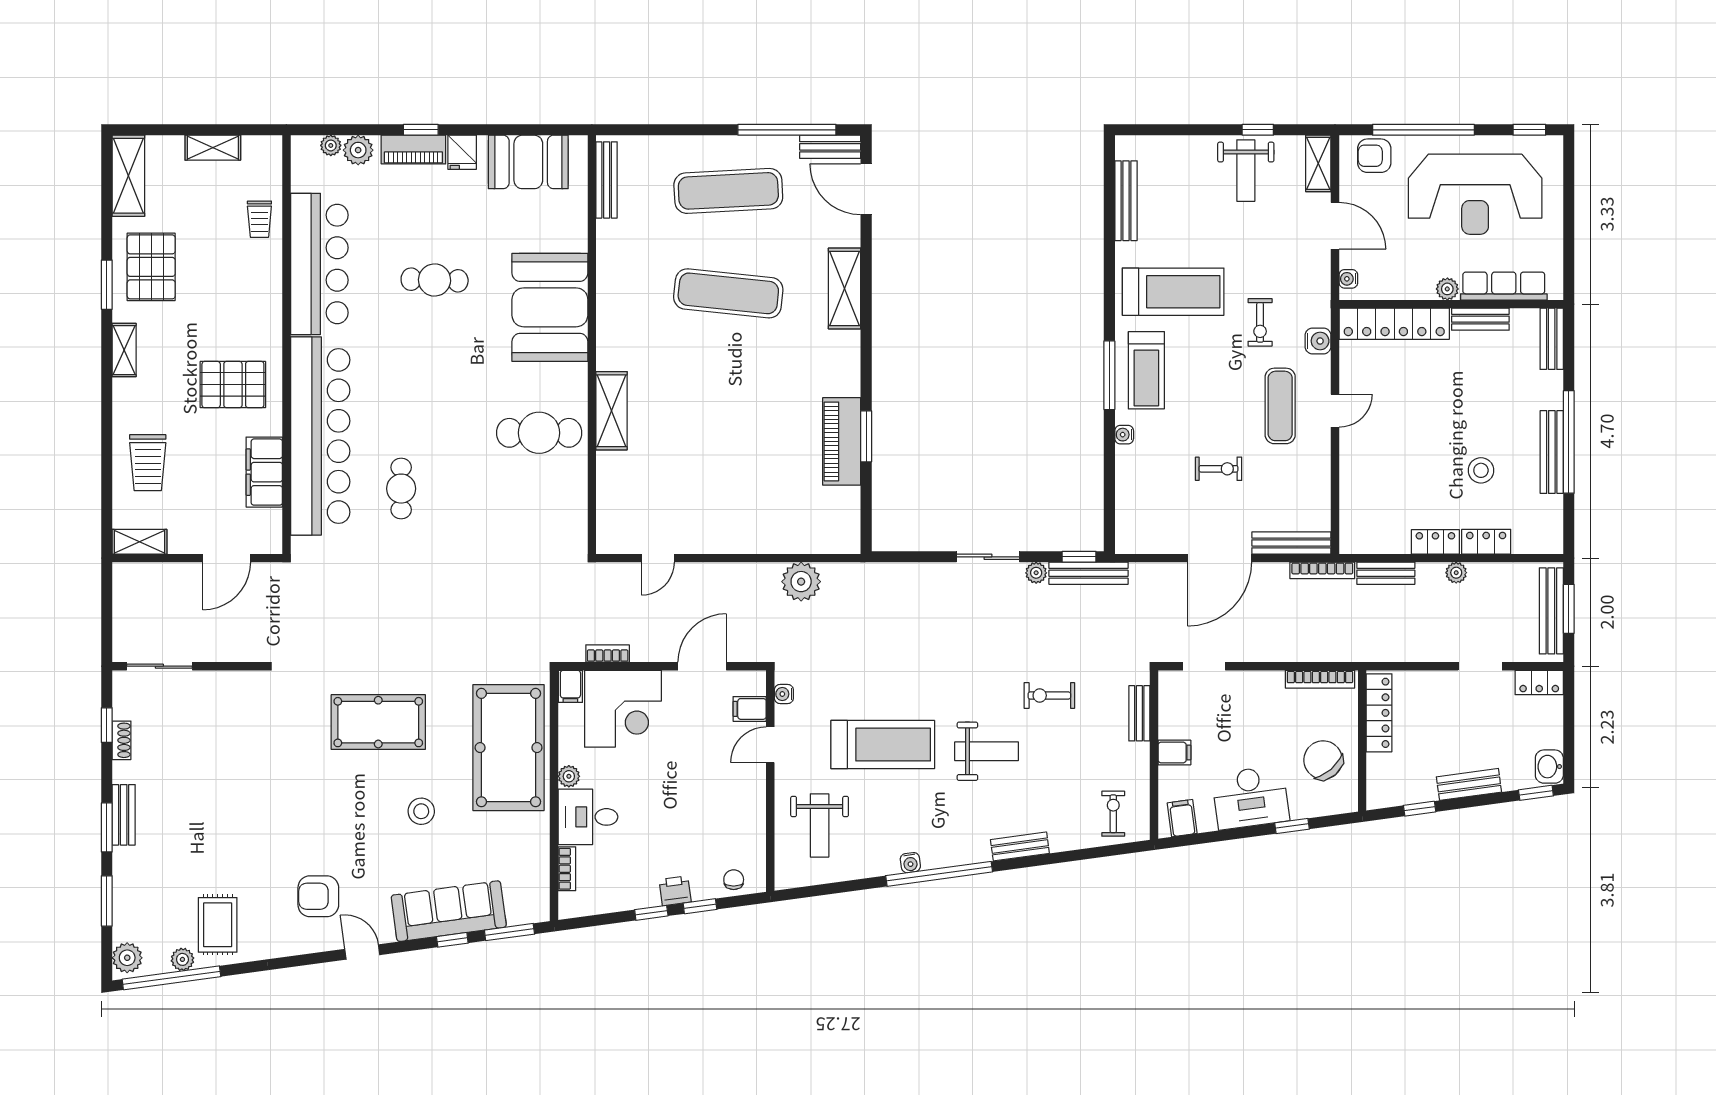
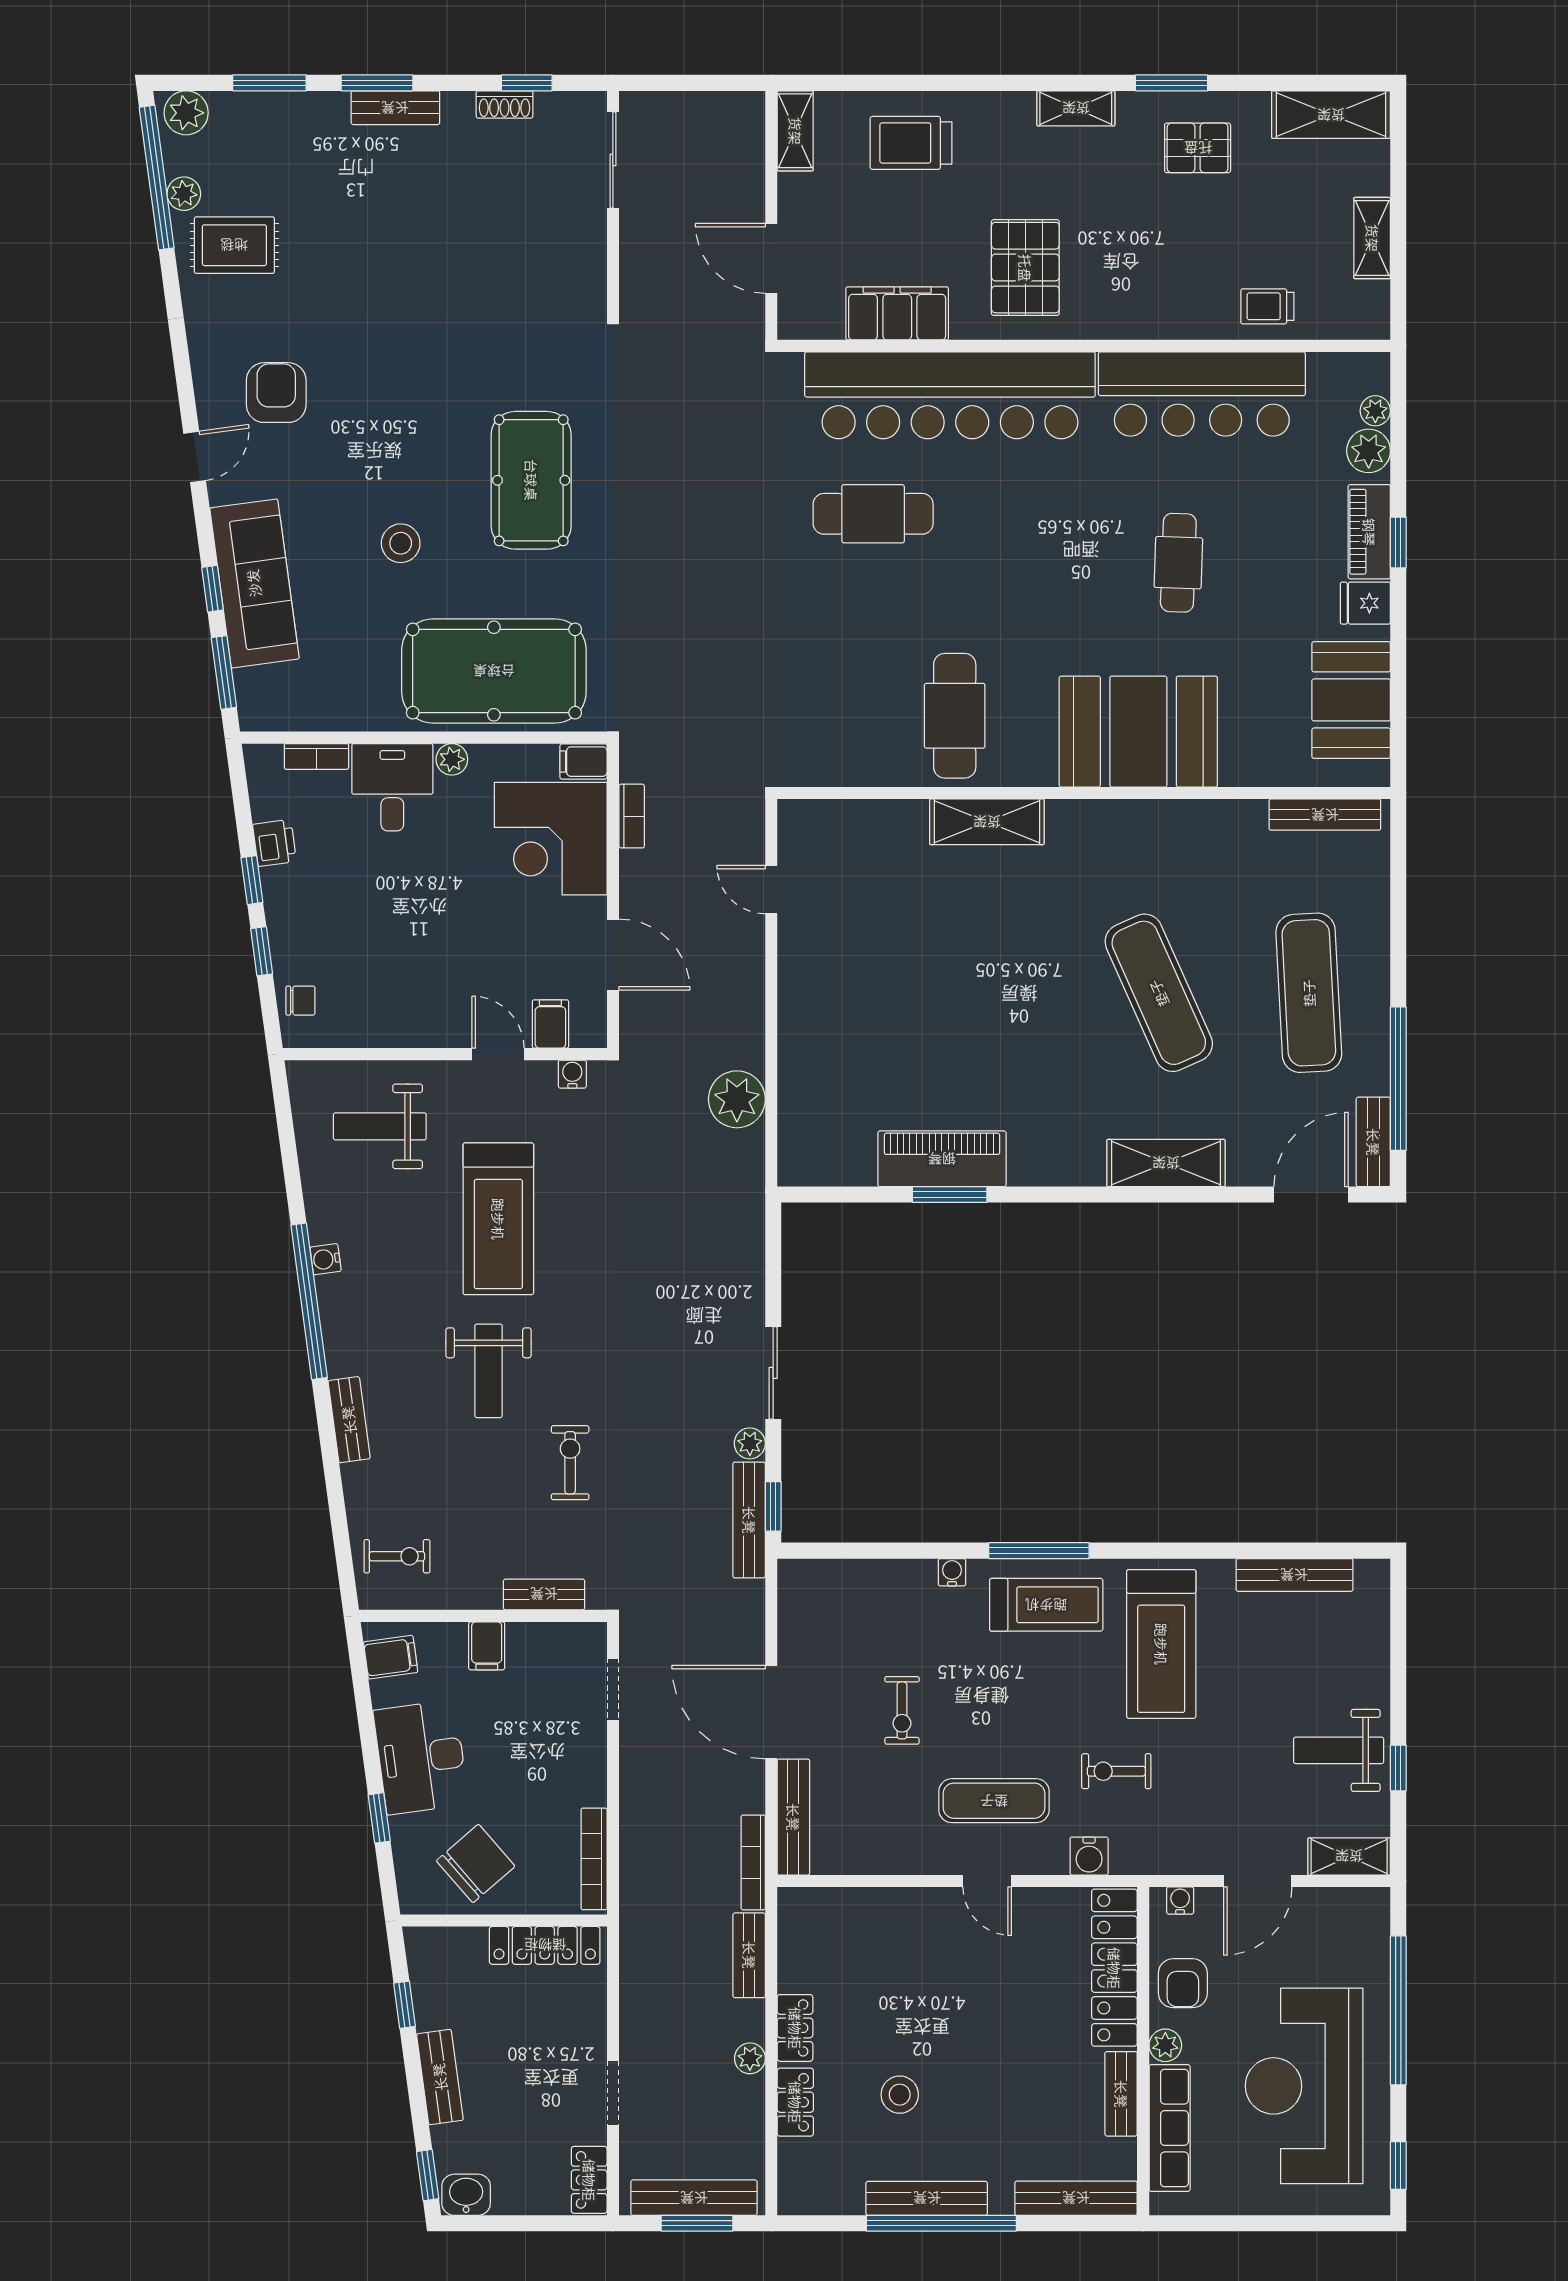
armchair: (1374, 156) -> (1183, 1983), moved, turned 180
pallet: (151, 267) -> (1198, 148), width x0.67, depth x0.71
exercise mat: (728, 293) -> (1159, 993), turned -30
bench: (1552, 339) -> (1076, 2198), width x1.36
treadmill: (1146, 370) -> (1046, 1605), turned 180
cafe table: (401, 489) -> (873, 514), width x1.37, depth x1.35
printer: (675, 891) -> (275, 843), moved

